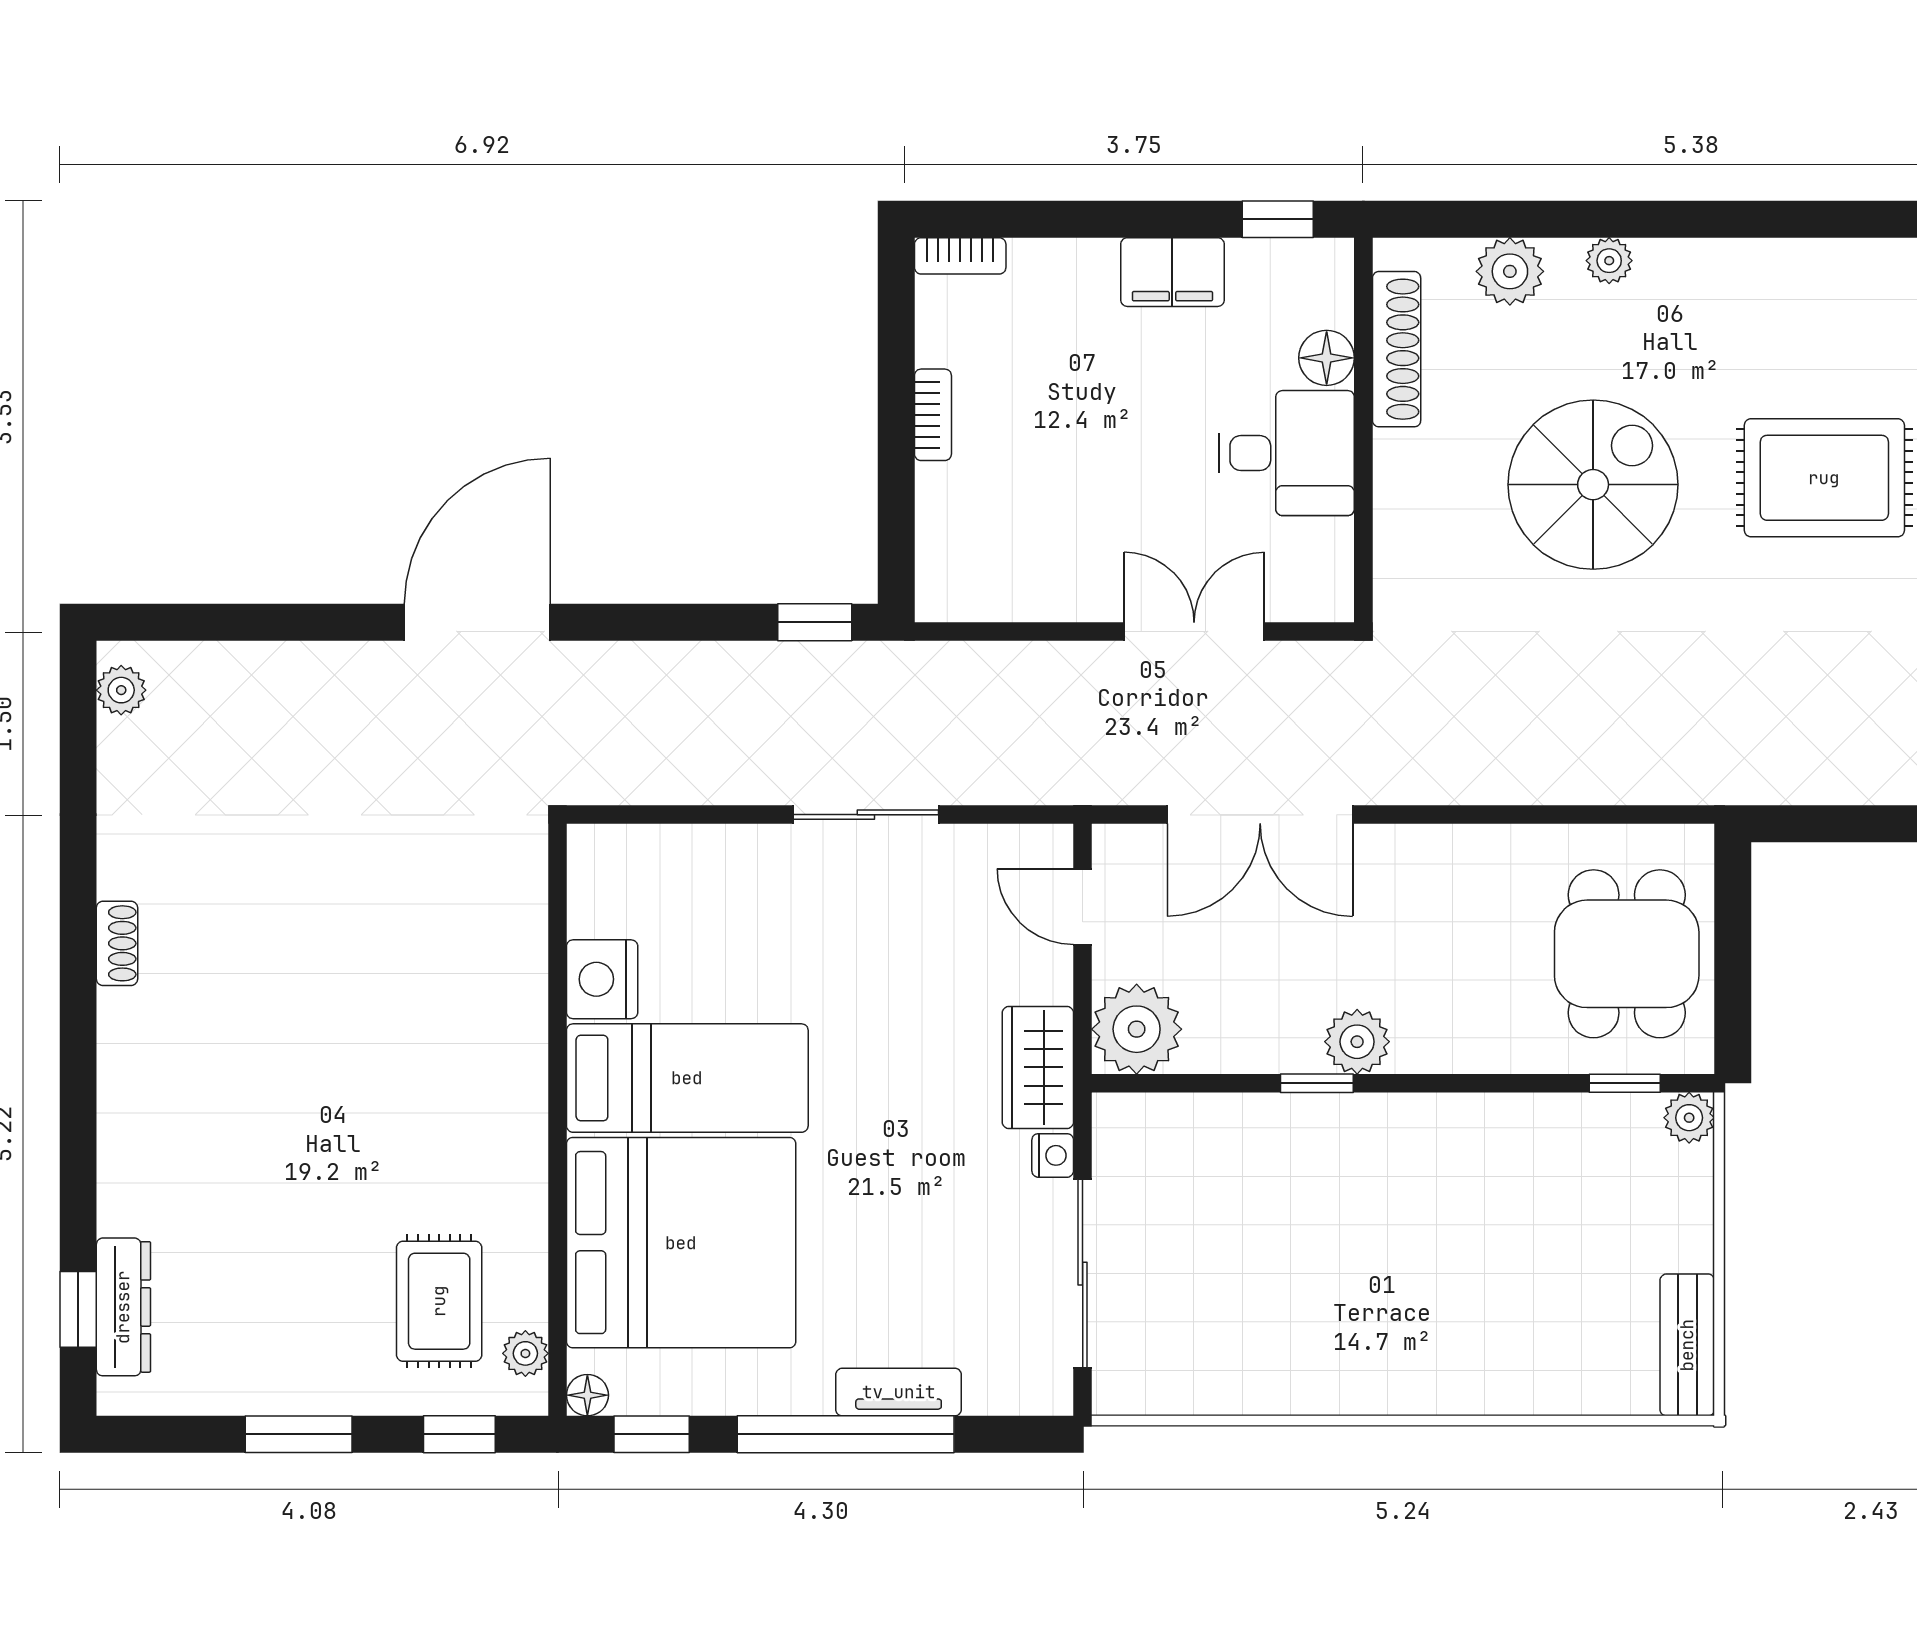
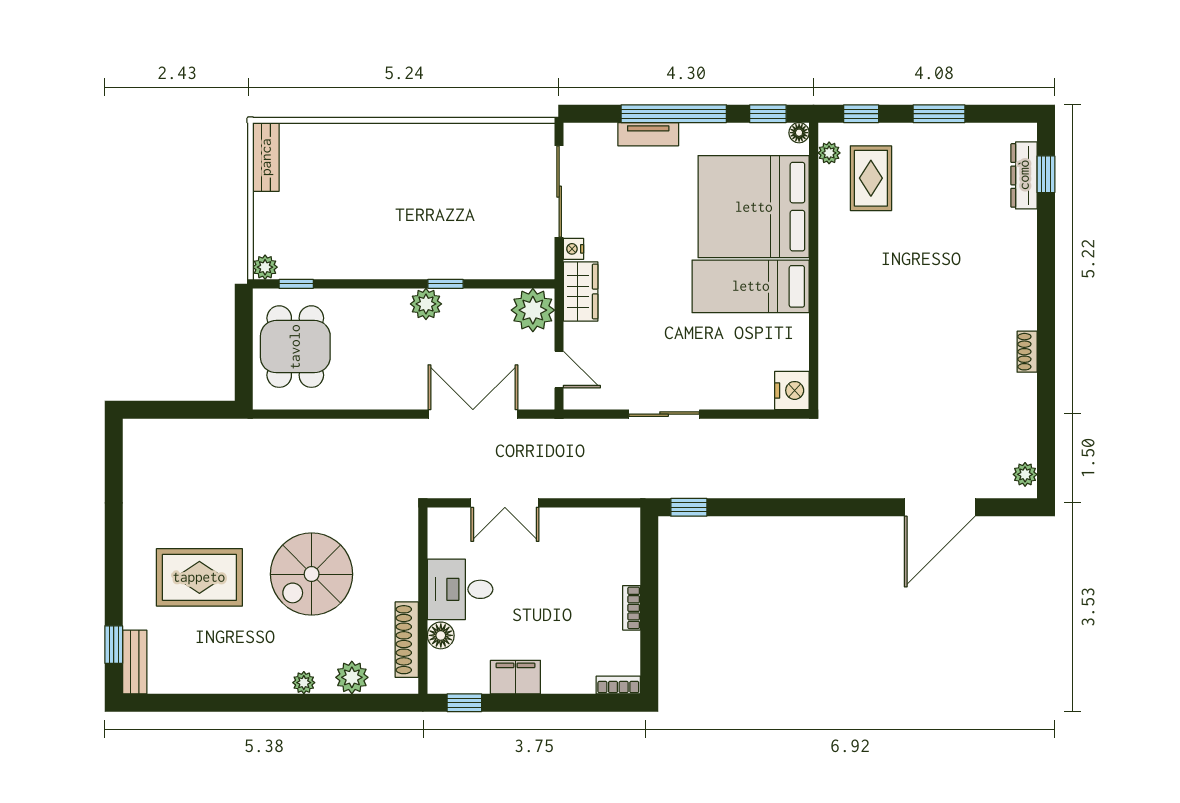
door: (477, 622) -> (940, 507), moved
nightstand: (602, 979) -> (792, 390), moved

